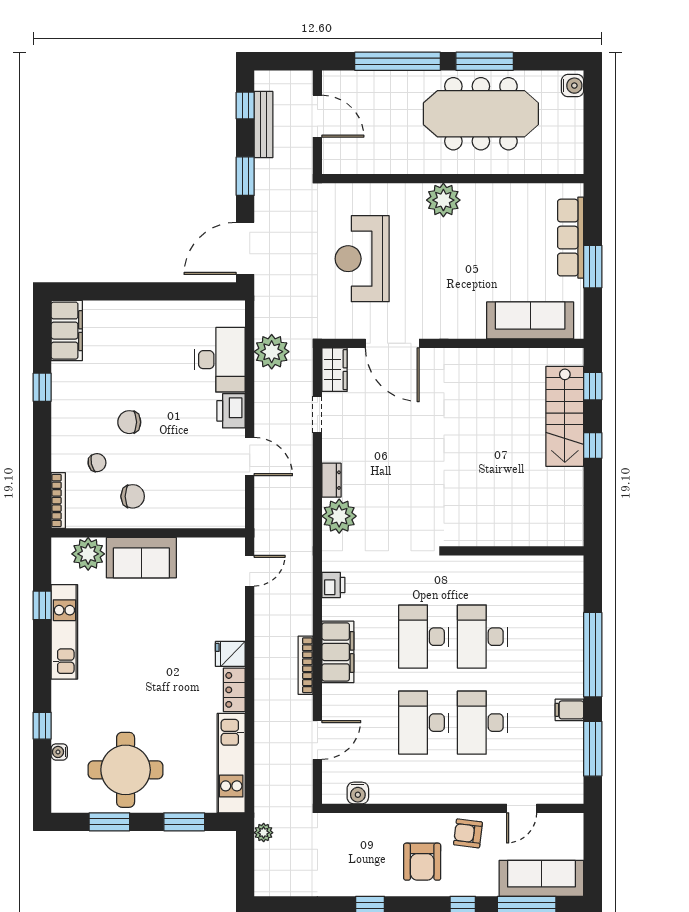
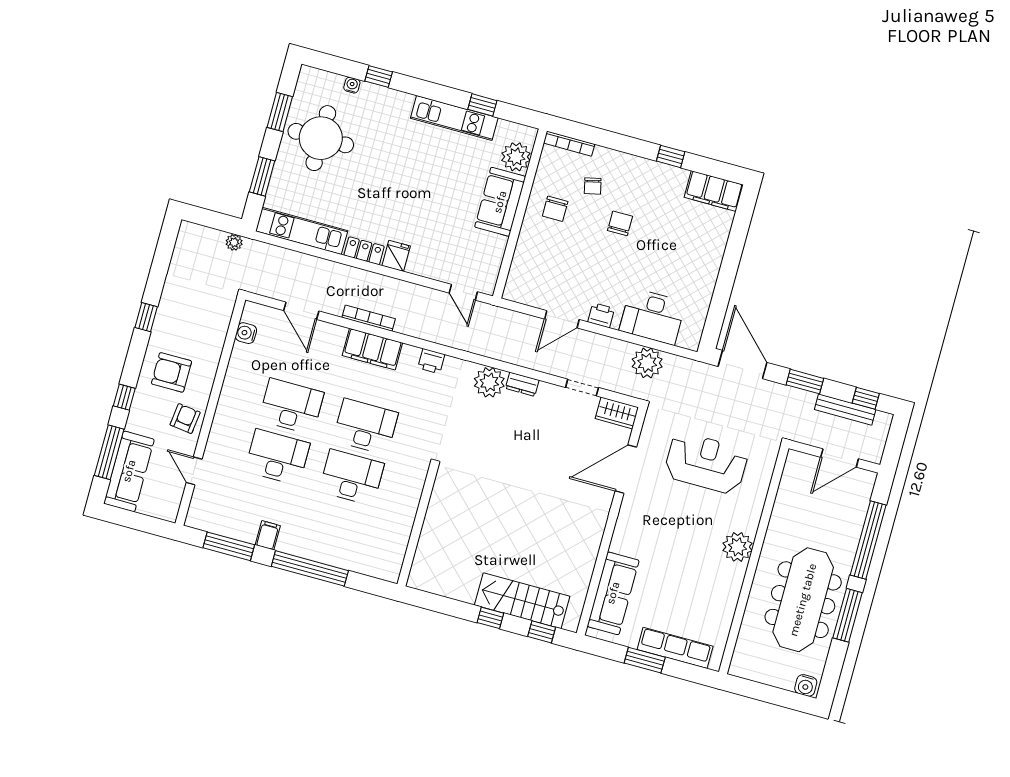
printer: (231, 411) -> (601, 315), width x0.73, depth x0.81

